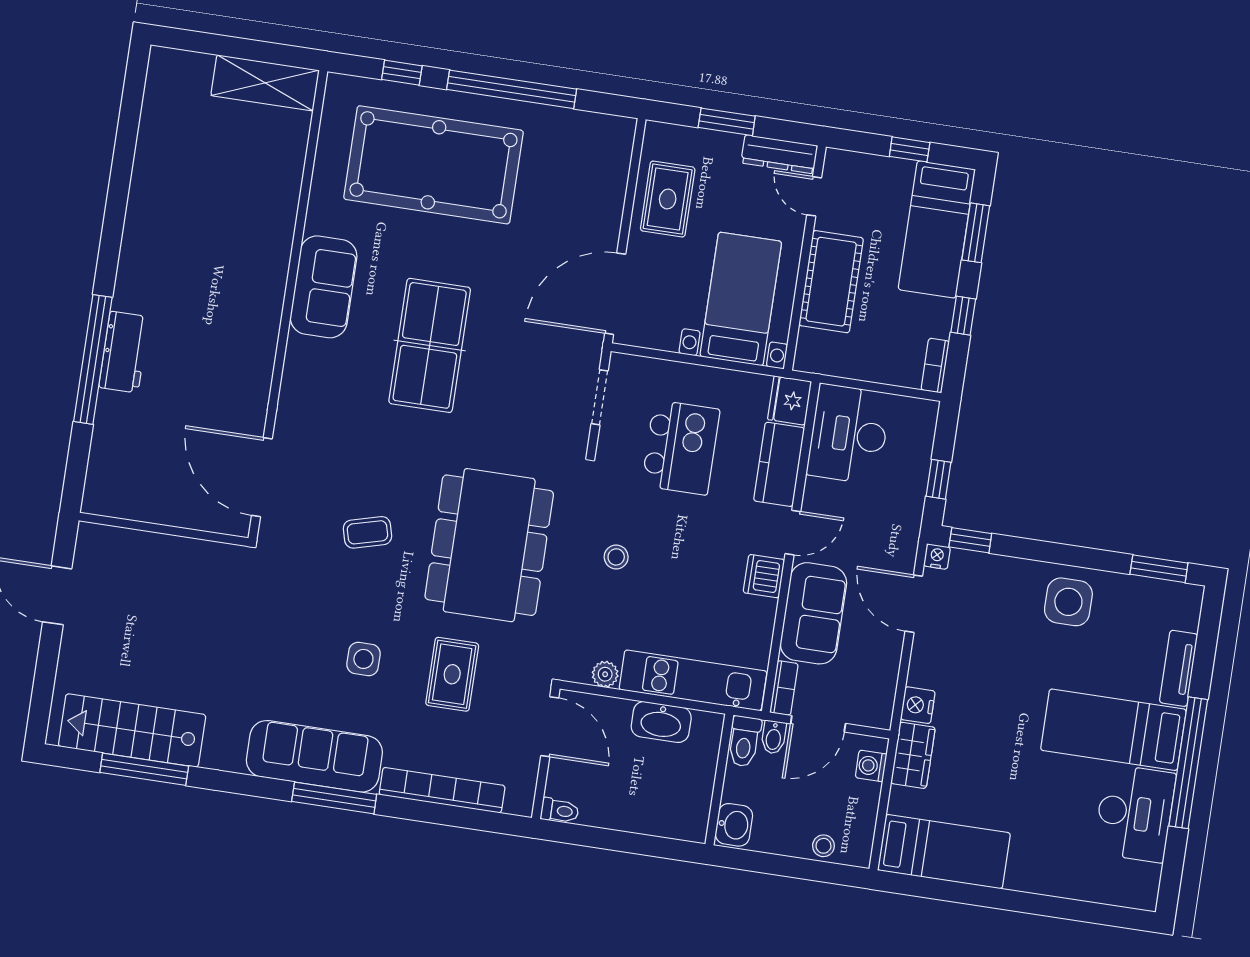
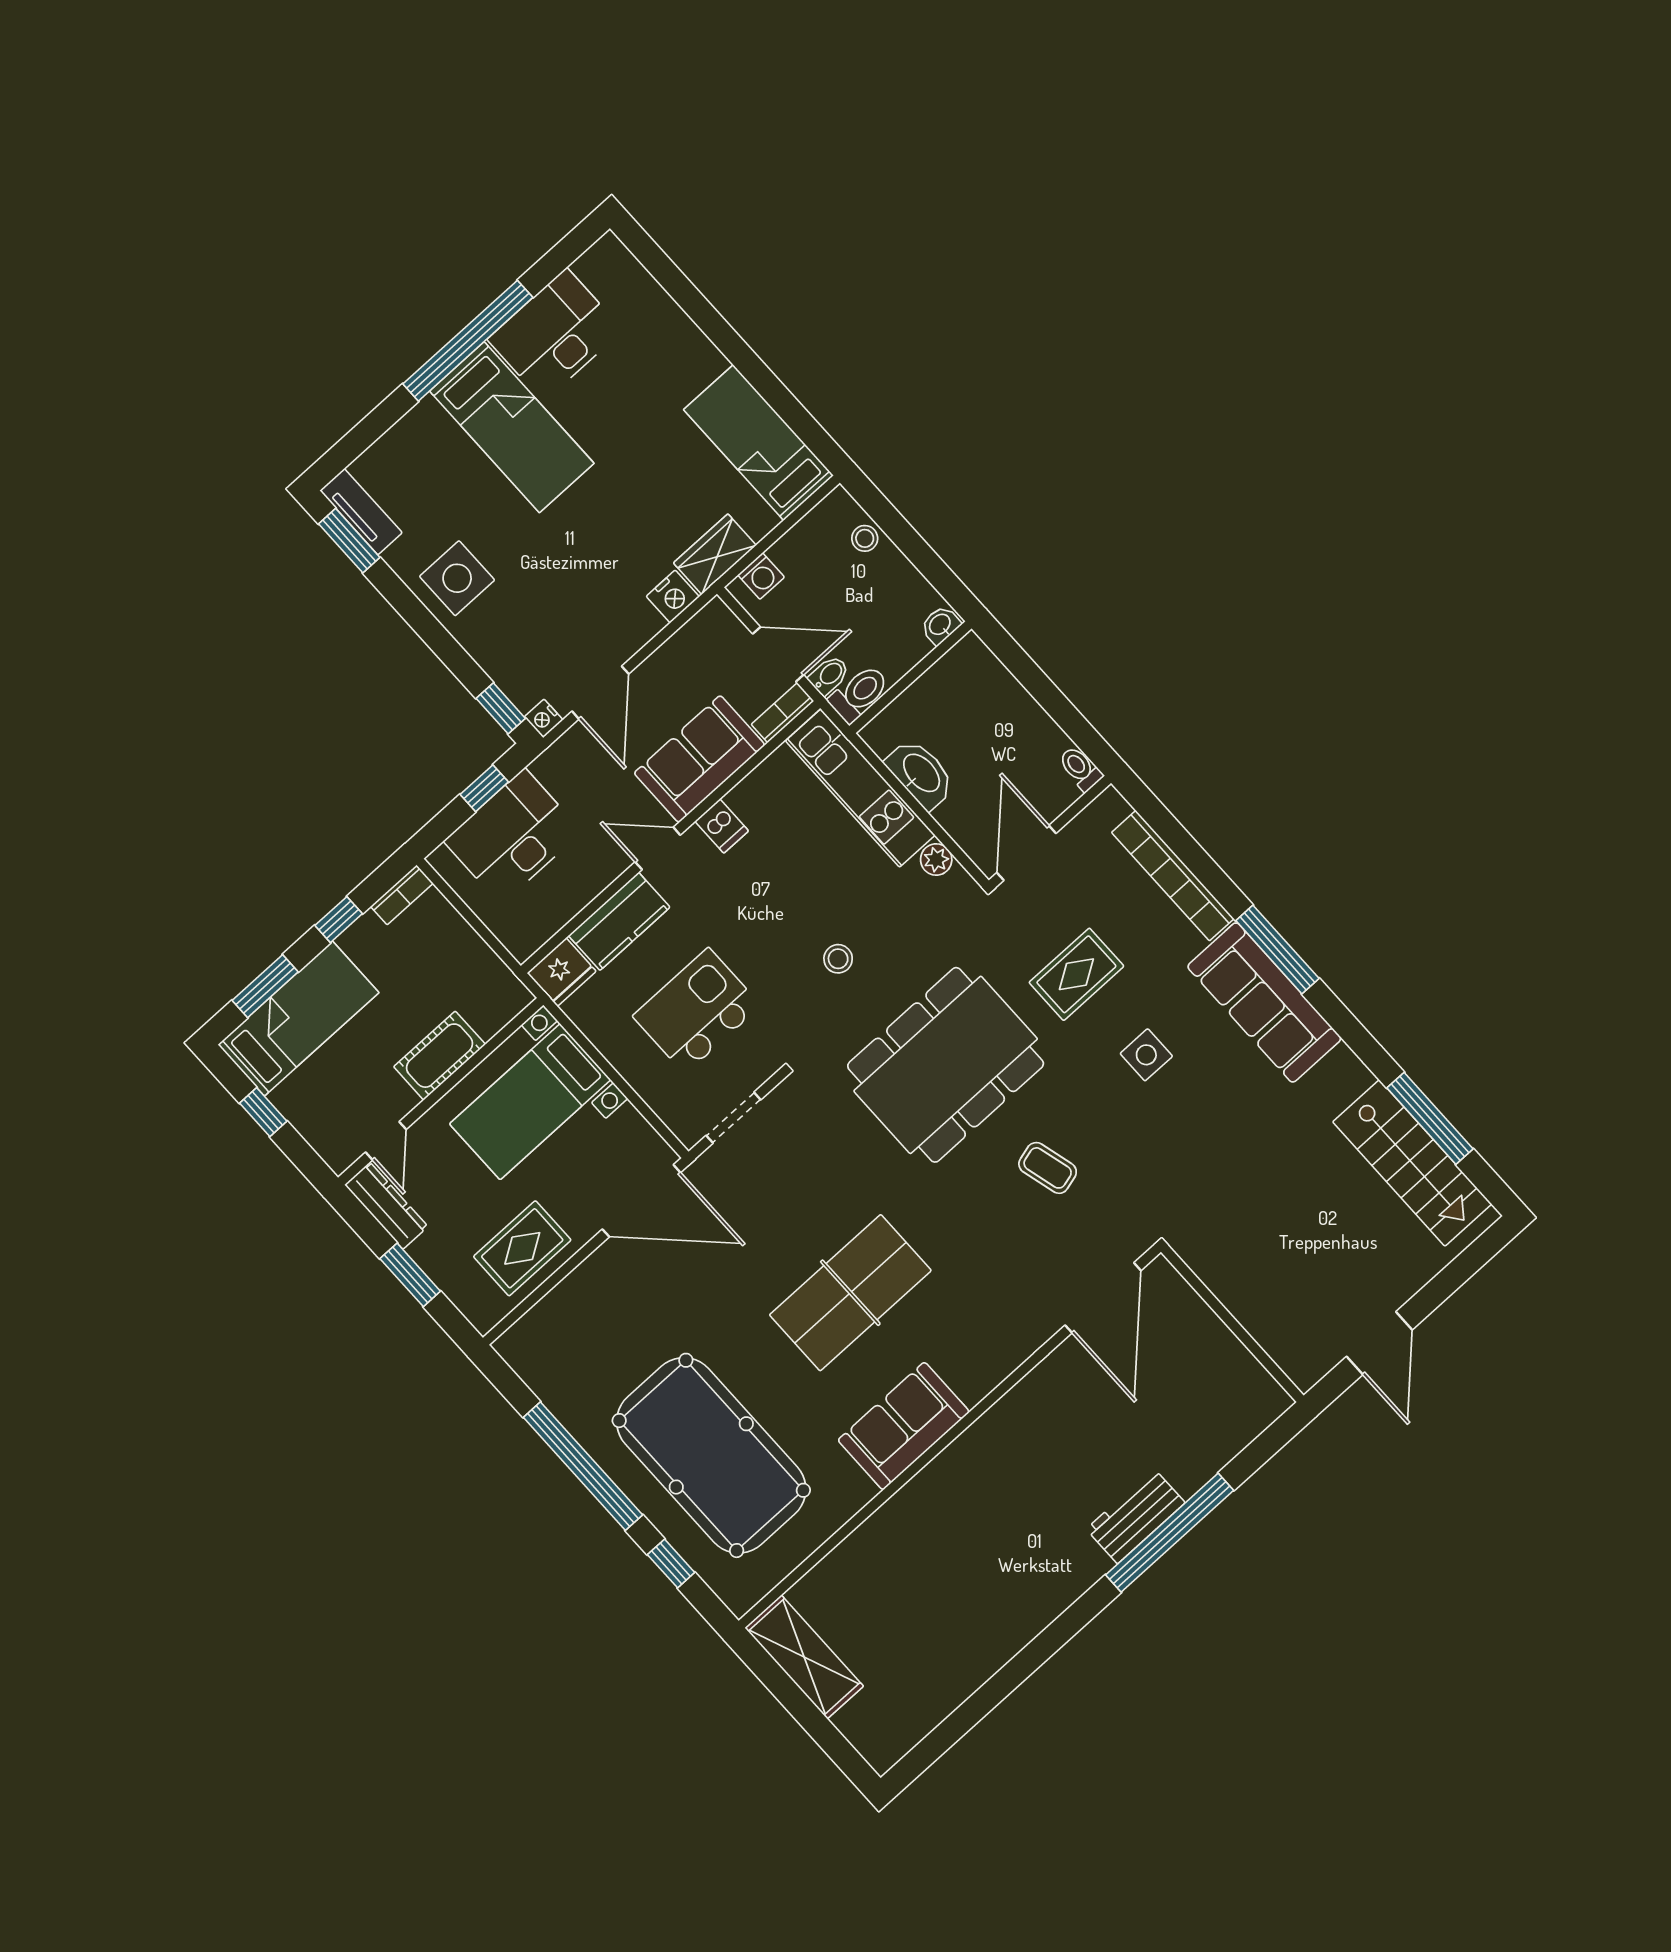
cot: (831, 282) -> (440, 1056), width x0.73, depth x0.75
desk: (849, 434) -> (513, 836), moved, turned 180
dishwasher: (764, 576) -> (722, 826), width x0.73
tv unit: (1179, 668) -> (361, 512), moved, turned -90
washbasin: (734, 825) -> (940, 625), width x0.72, depth x0.69

